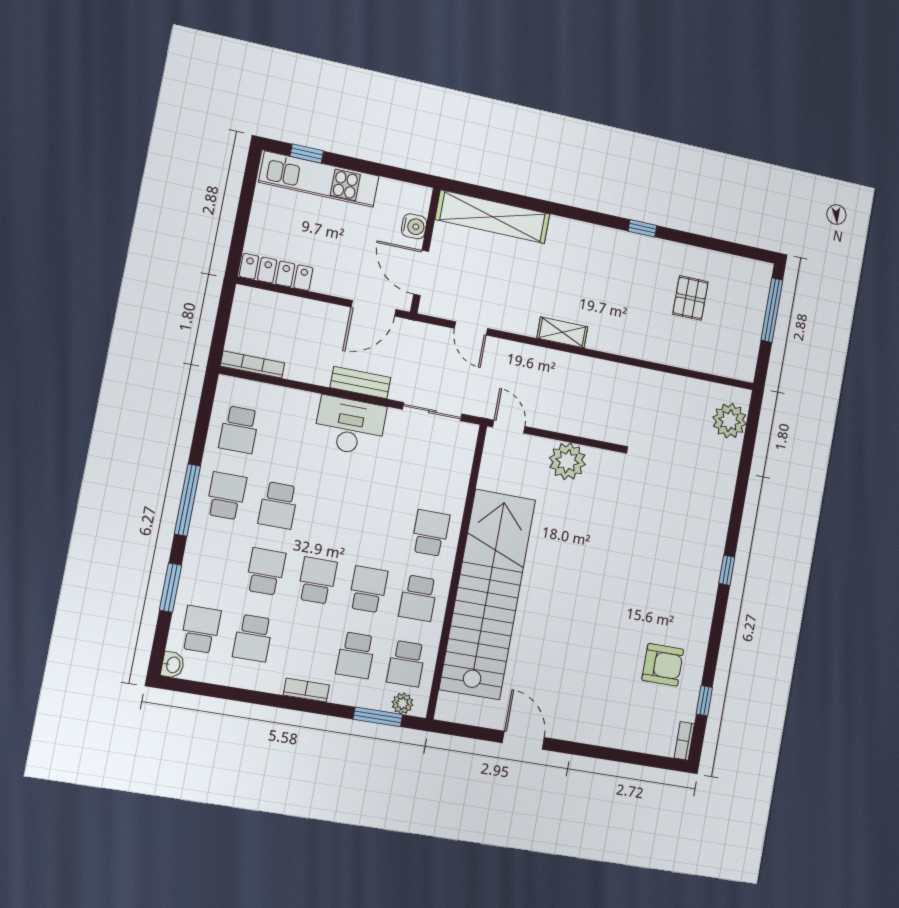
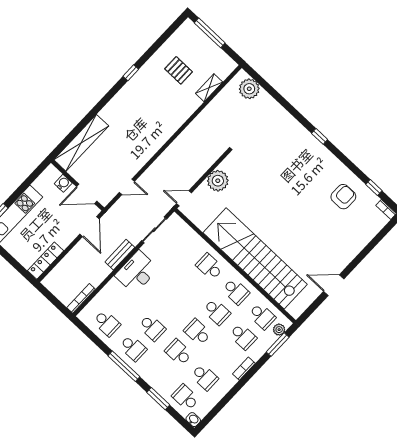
shelving: (562, 332) -> (209, 88), moved
school desk: (226, 496) -> (133, 348), turned 180
school desk: (368, 589) -> (217, 312), turned 180

